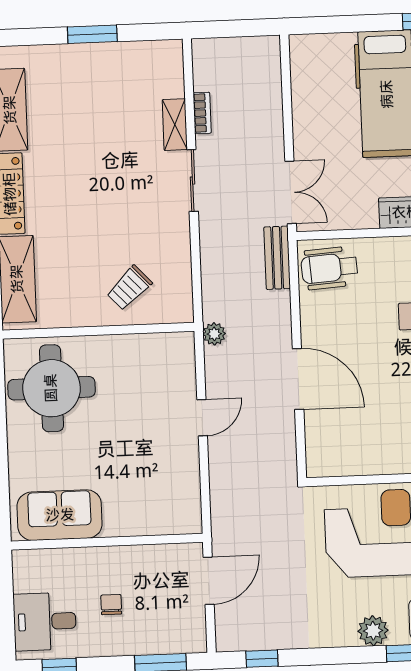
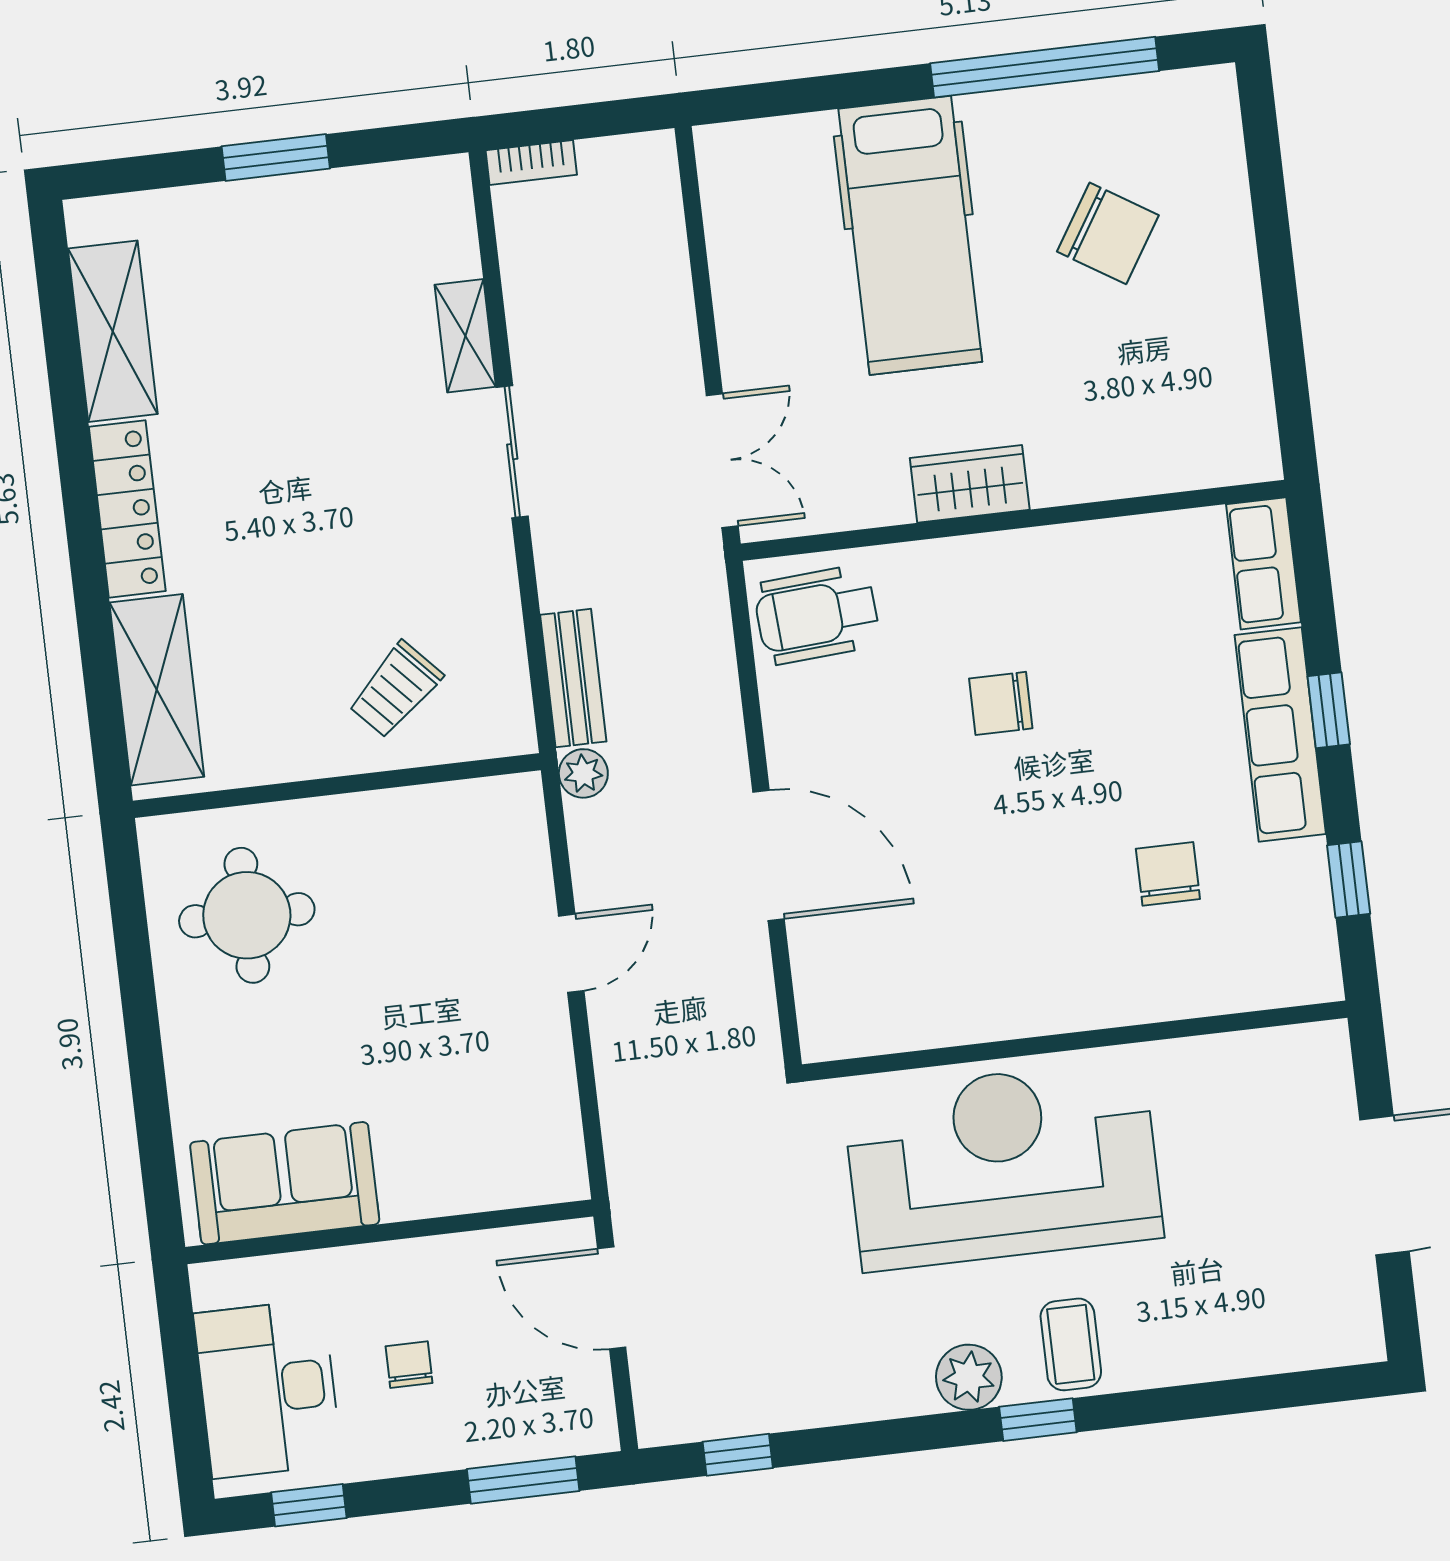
bookcase: (202, 113) -> (531, 163), moved, turned 90
bench: (277, 258) -> (573, 678), moved
round table: (51, 388) -> (247, 915), width x0.73, depth x0.73
door: (209, 581) -> (612, 1298), swing flipped
desk: (45, 622) -> (268, 1389), width x1.37

